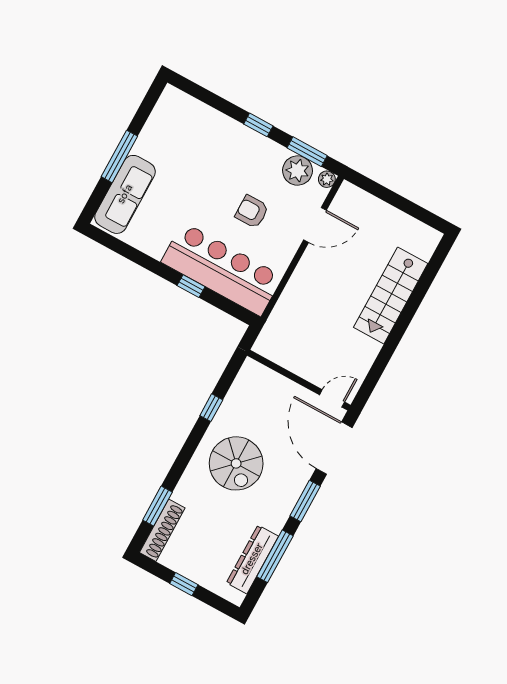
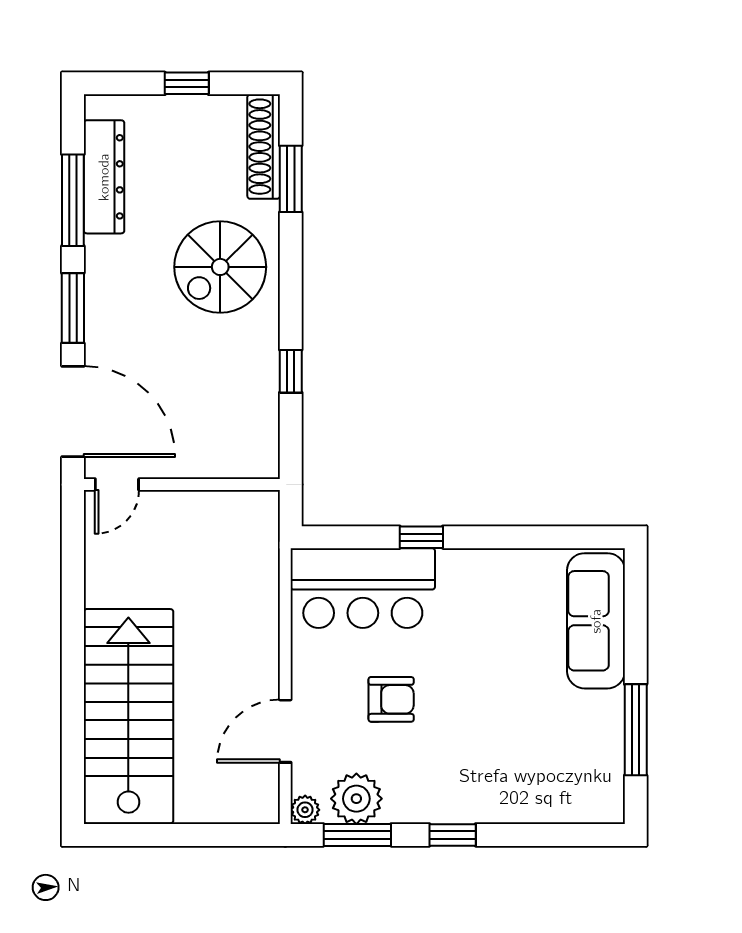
window: (119, 156) -> (636, 730), moved
bar counter: (222, 269) -> (363, 588), width x0.73
stairs: (391, 295) -> (128, 716), width x1.36, depth x1.51
spiral stairs: (236, 463) -> (220, 267), moved, turned -90

